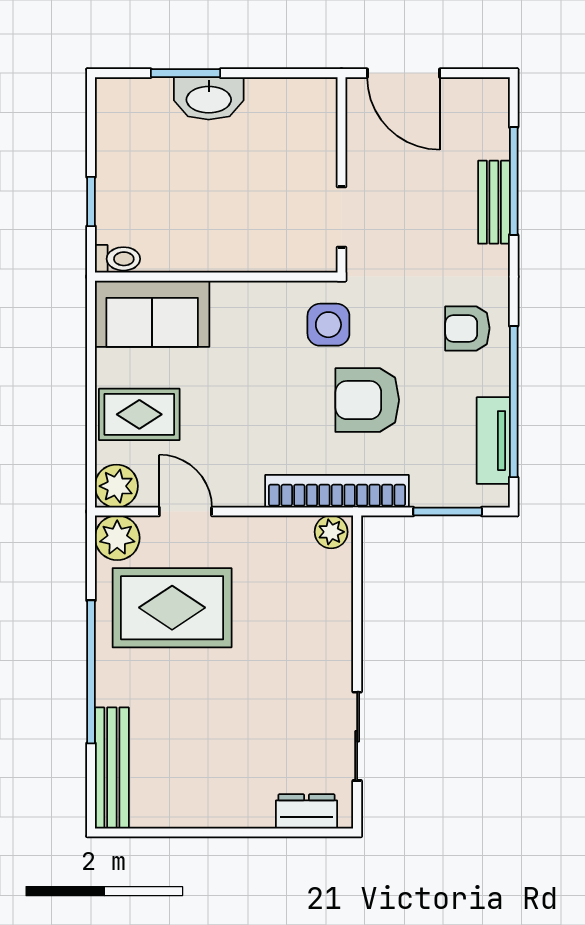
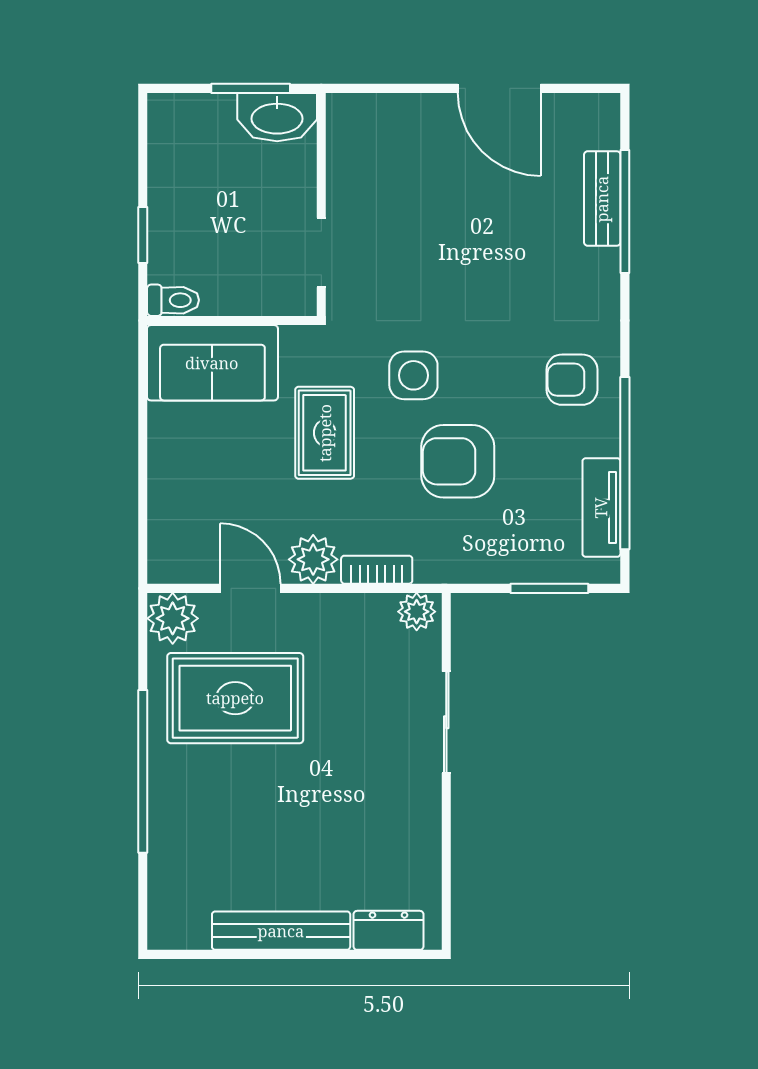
wall: (341, 175) -> (321, 204), moved
bench: (494, 202) -> (602, 199), moved
doorway: (341, 217) -> (321, 252), moved
rug: (139, 414) -> (325, 433), moved, turned 90
plant: (116, 486) -> (313, 559), moved
bookcase: (337, 491) -> (377, 570), width x0.43, depth x0.76
sliding door: (357, 736) -> (446, 722), moved
bench: (112, 768) -> (281, 931), moved, turned 90

